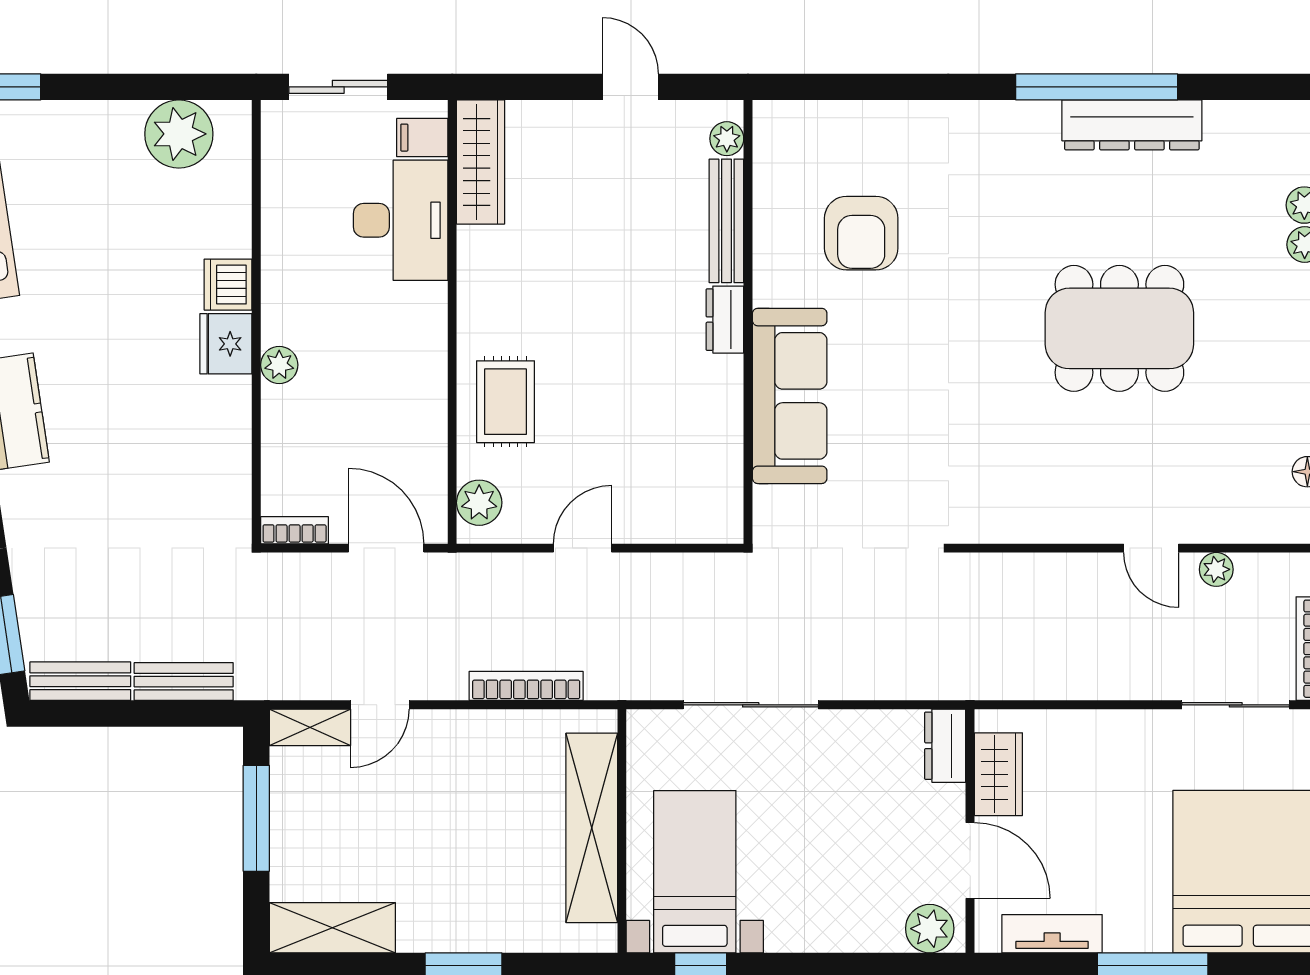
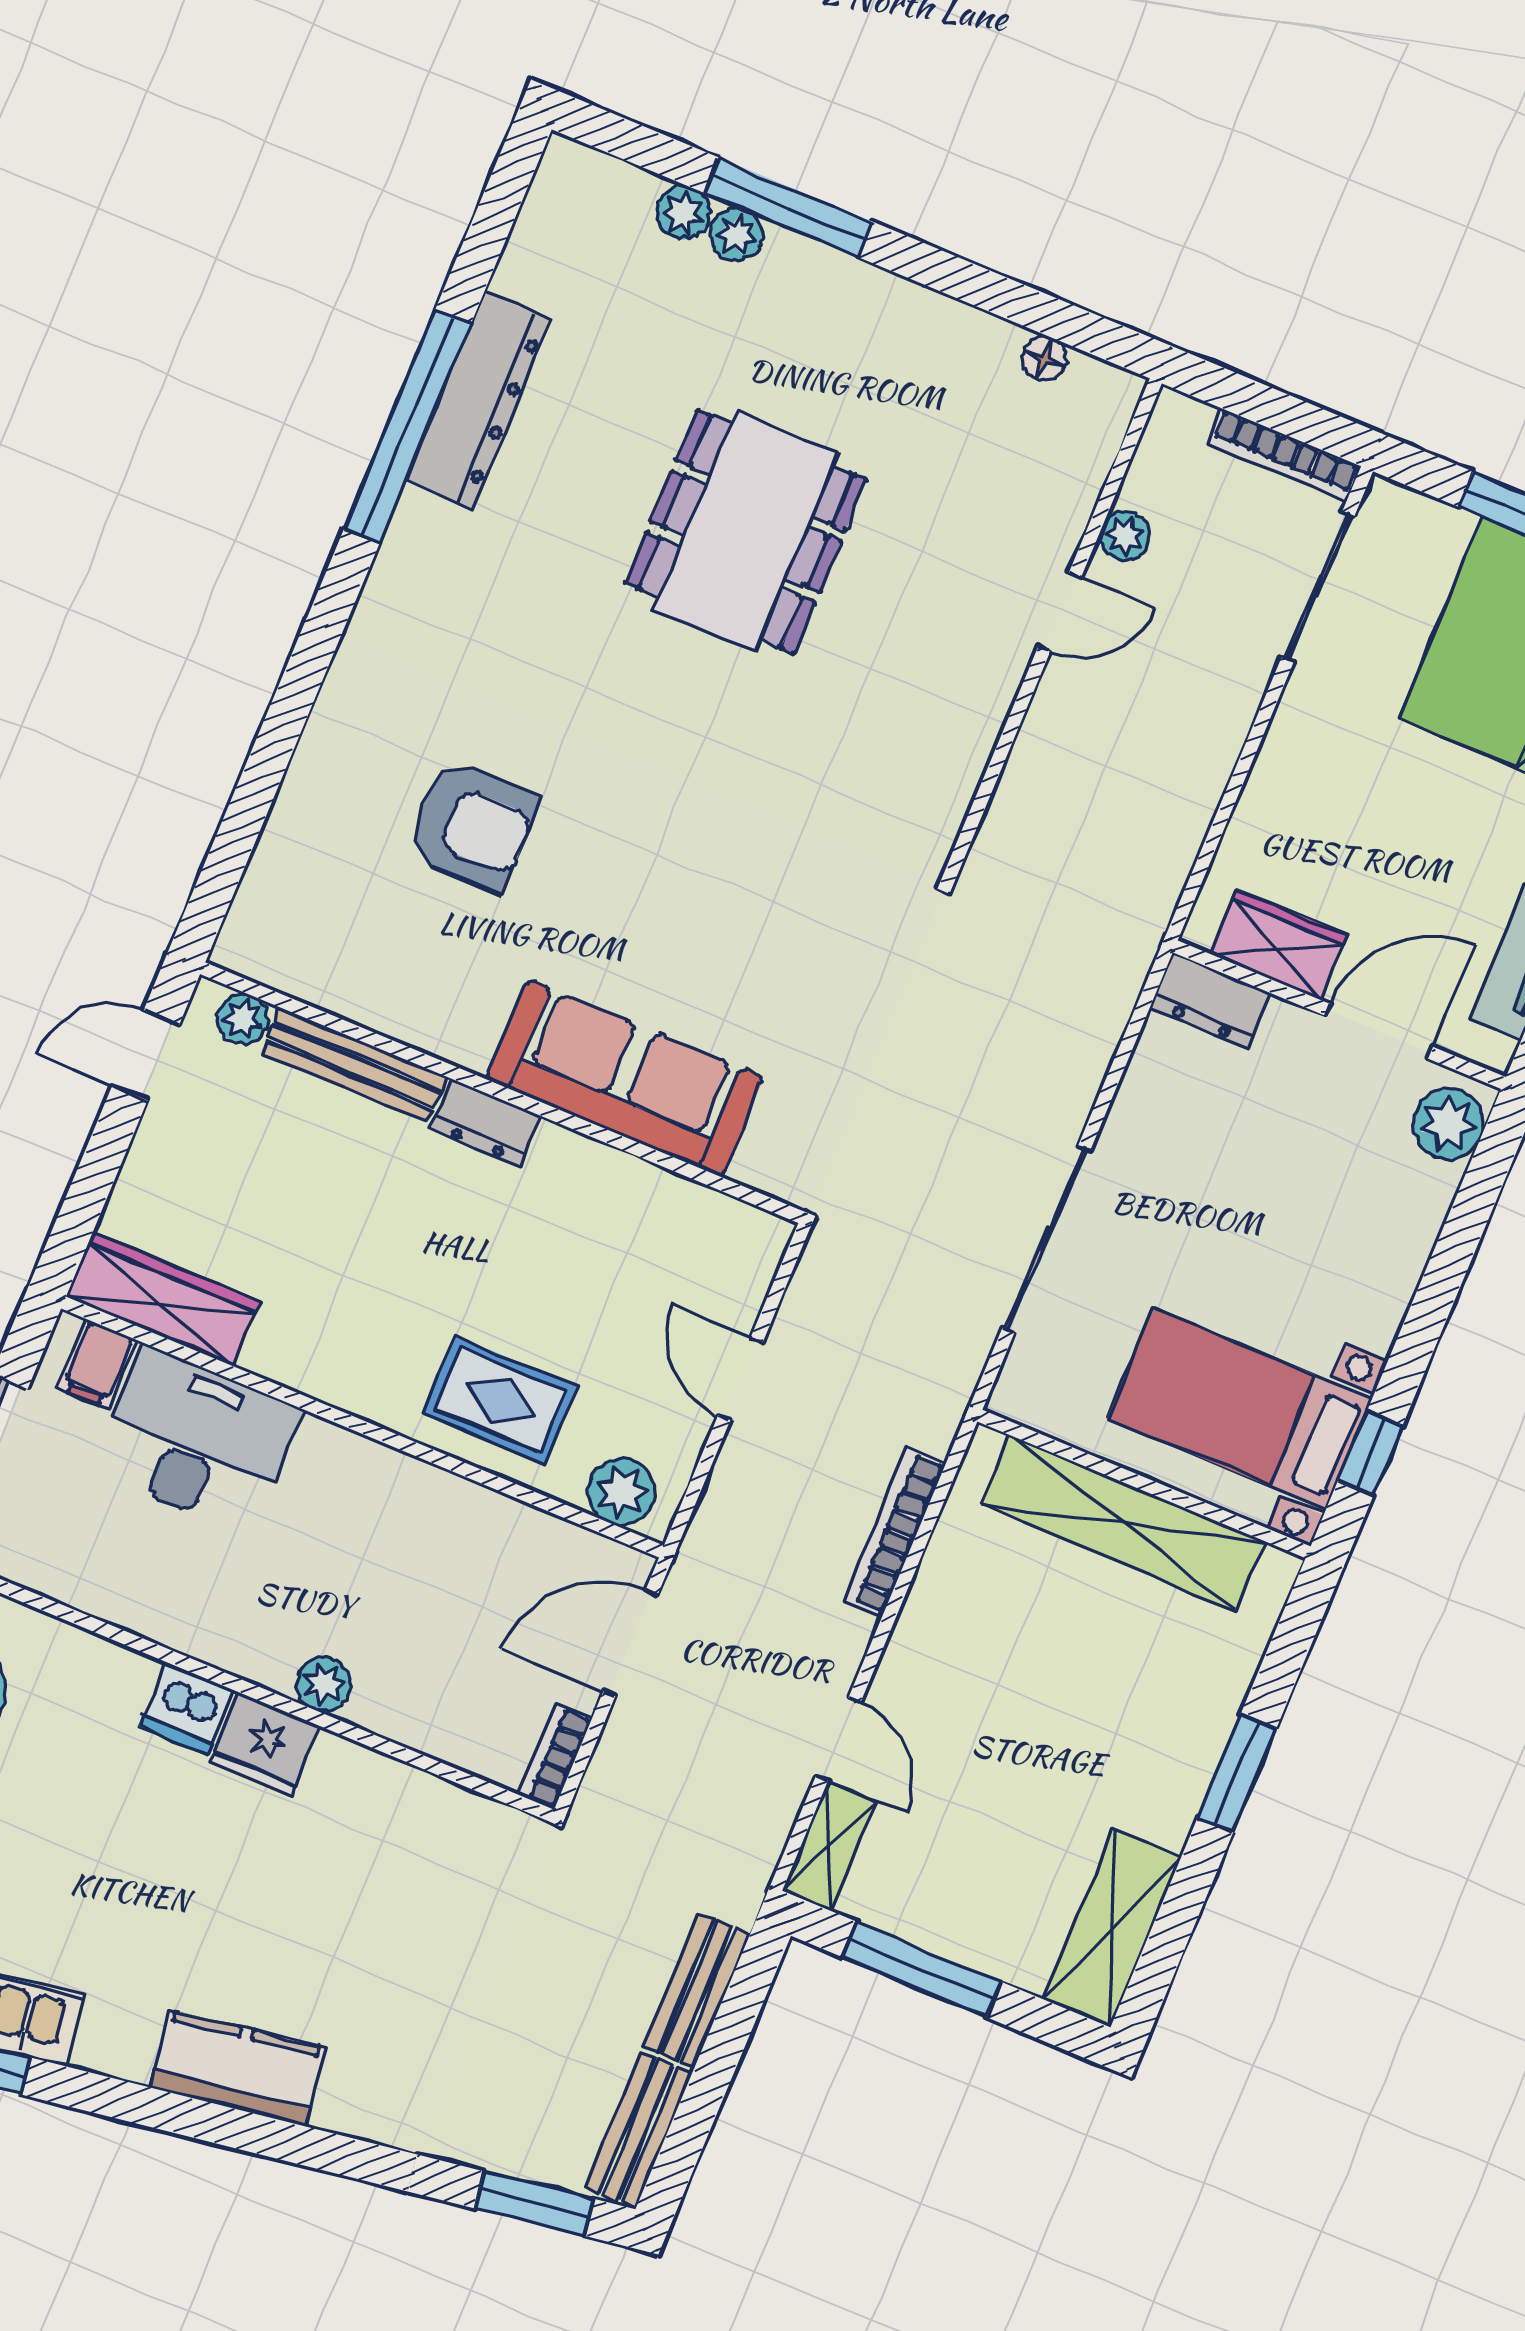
plant: (727, 139) -> (243, 1019), moved
bench: (726, 221) -> (353, 1065), moved
dresser: (725, 320) -> (486, 1123), moved
wall: (748, 322) -> (502, 1093), moved
sofa: (790, 396) -> (625, 1078), moved

